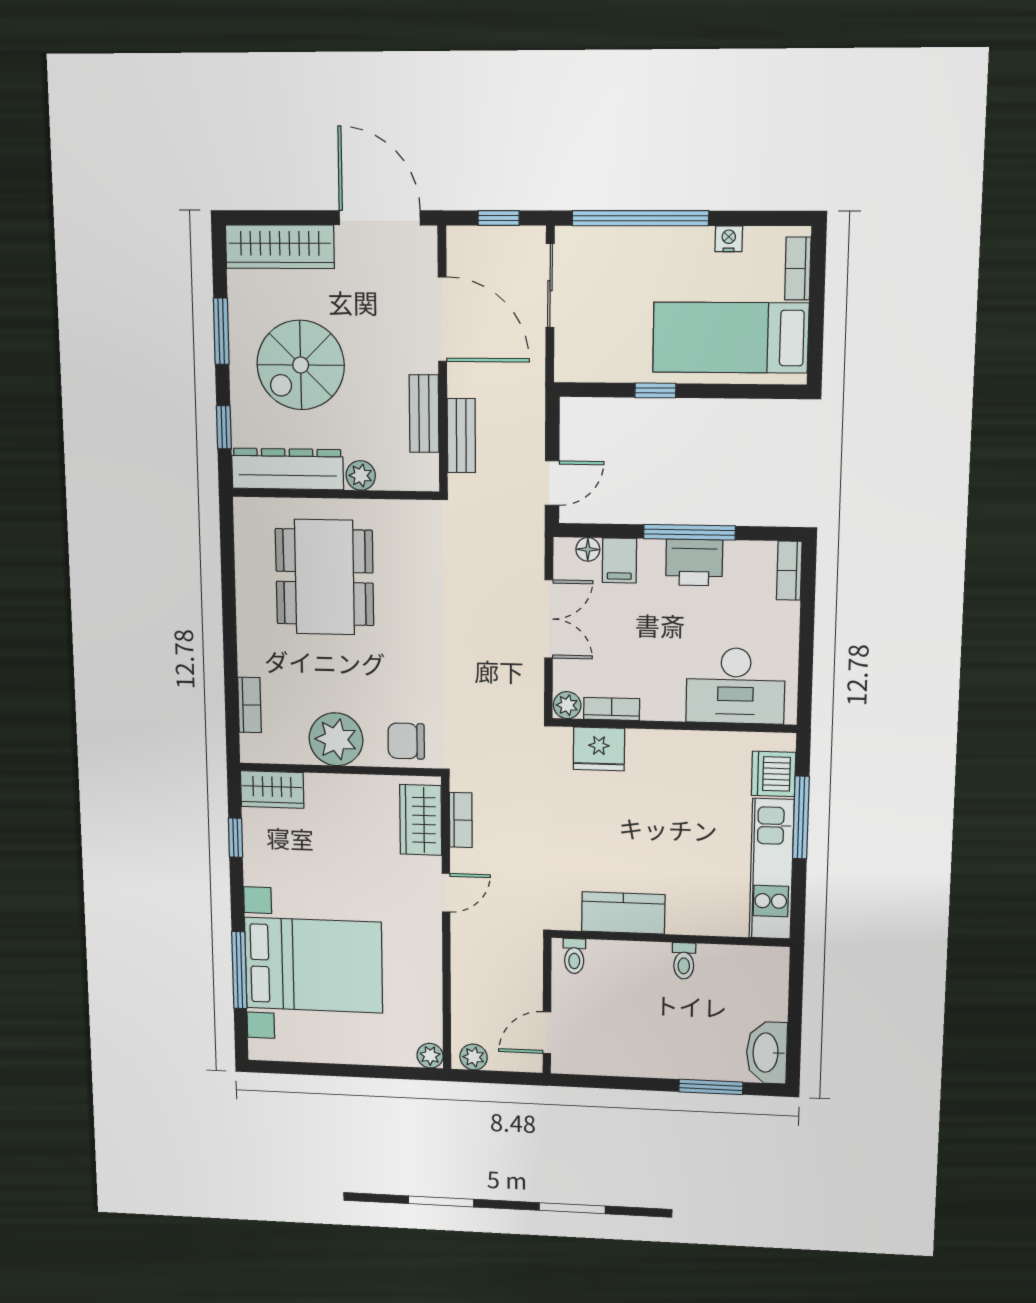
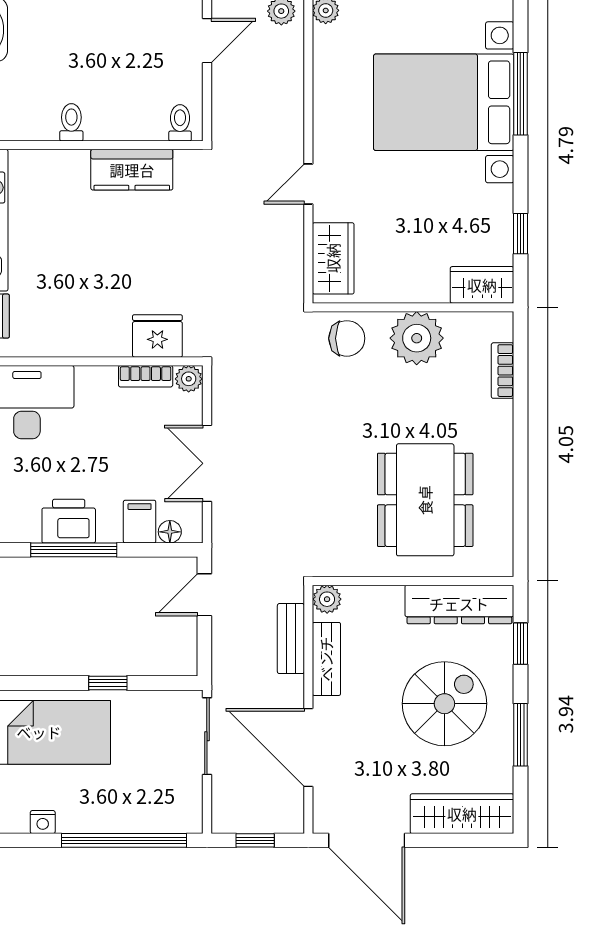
sliding door: (550, 286) -> (207, 736), moved
plant: (361, 475) -> (327, 599), moved
bookcase: (461, 820) -> (293, 260), removed

